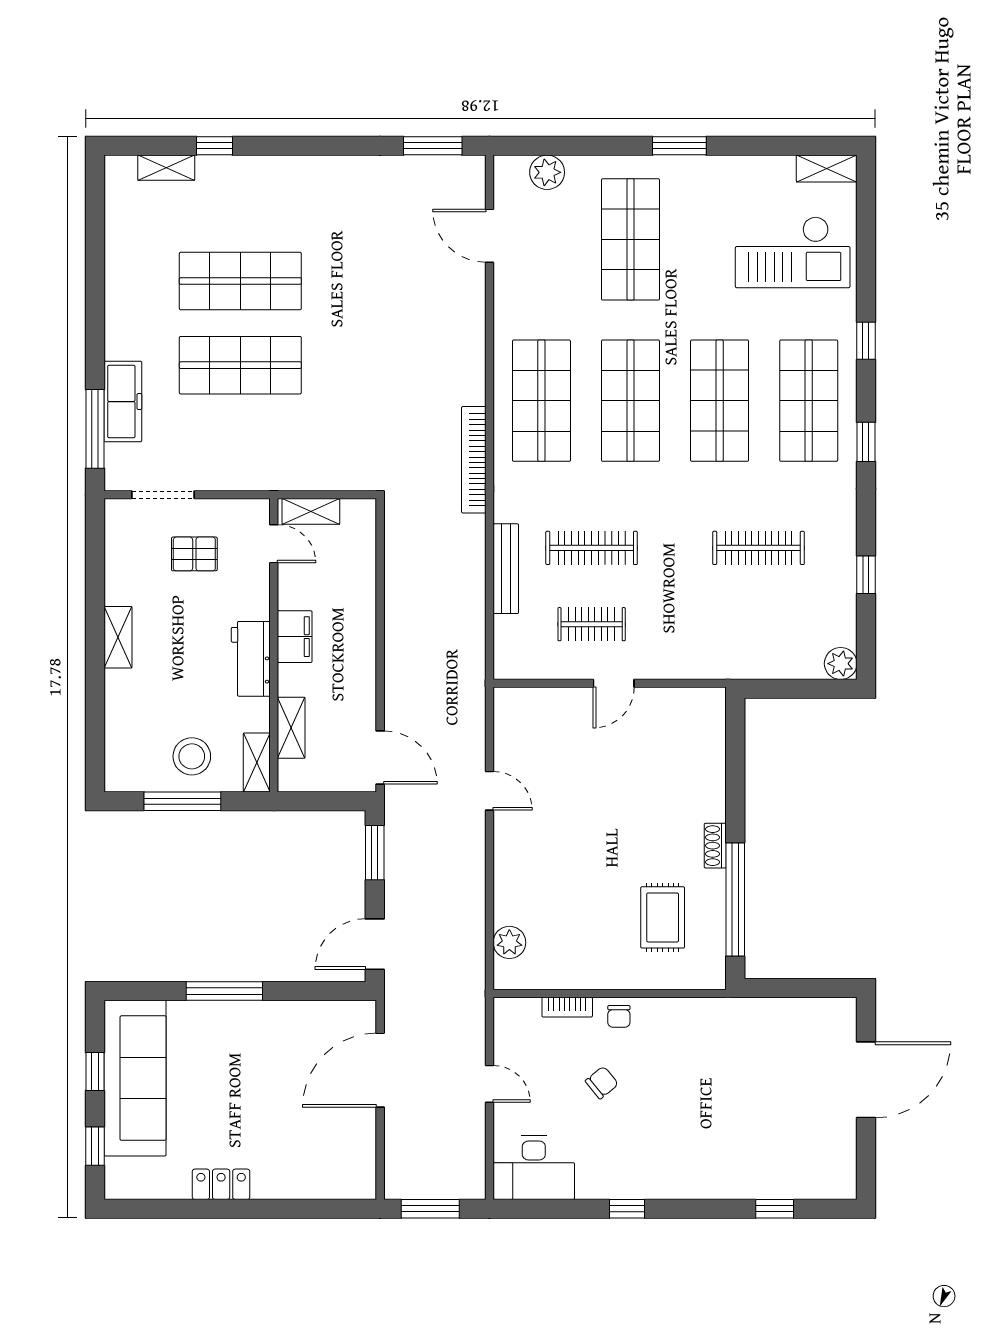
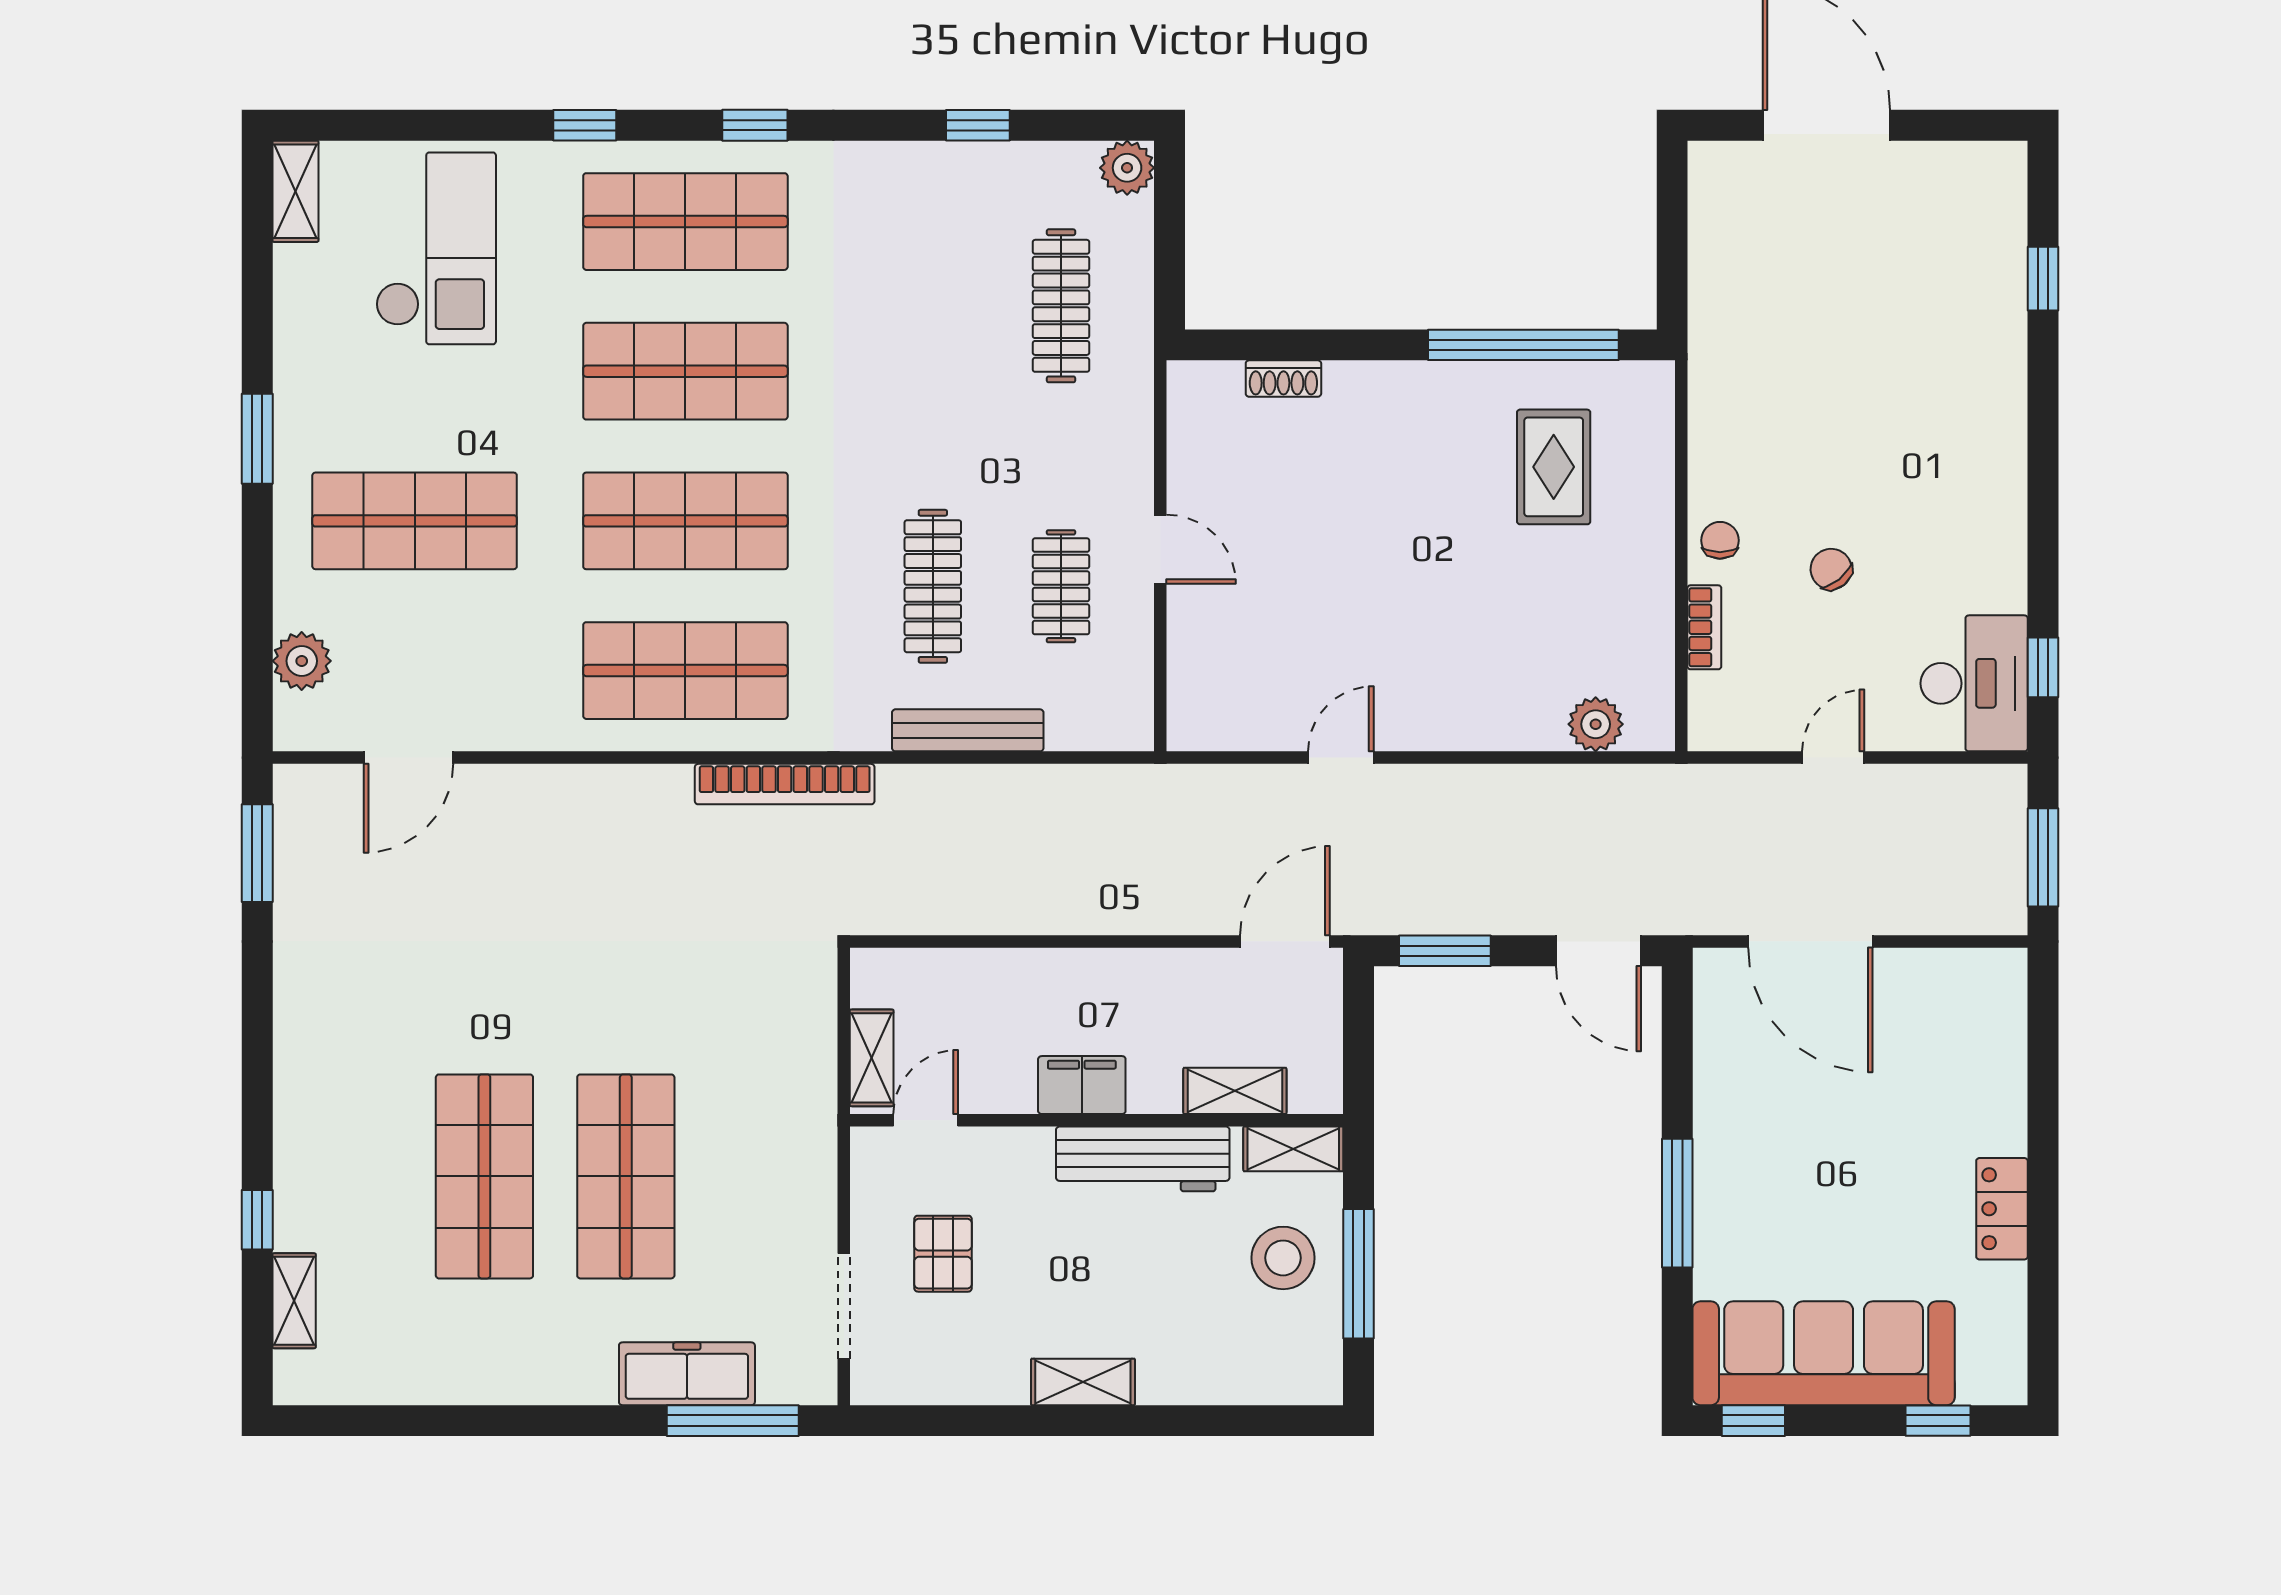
clothes rail: (759, 548) -> (1061, 306), moved
workbench: (251, 659) -> (1143, 1159), width x1.38
shoe rack: (715, 846) -> (1283, 379), moved
rug: (663, 917) -> (1554, 467), turned 90
chair: (619, 1016) -> (1720, 540), turned -90
window: (95, 1071) -> (1753, 1421), moved
window: (627, 1209) -> (2043, 667), moved

